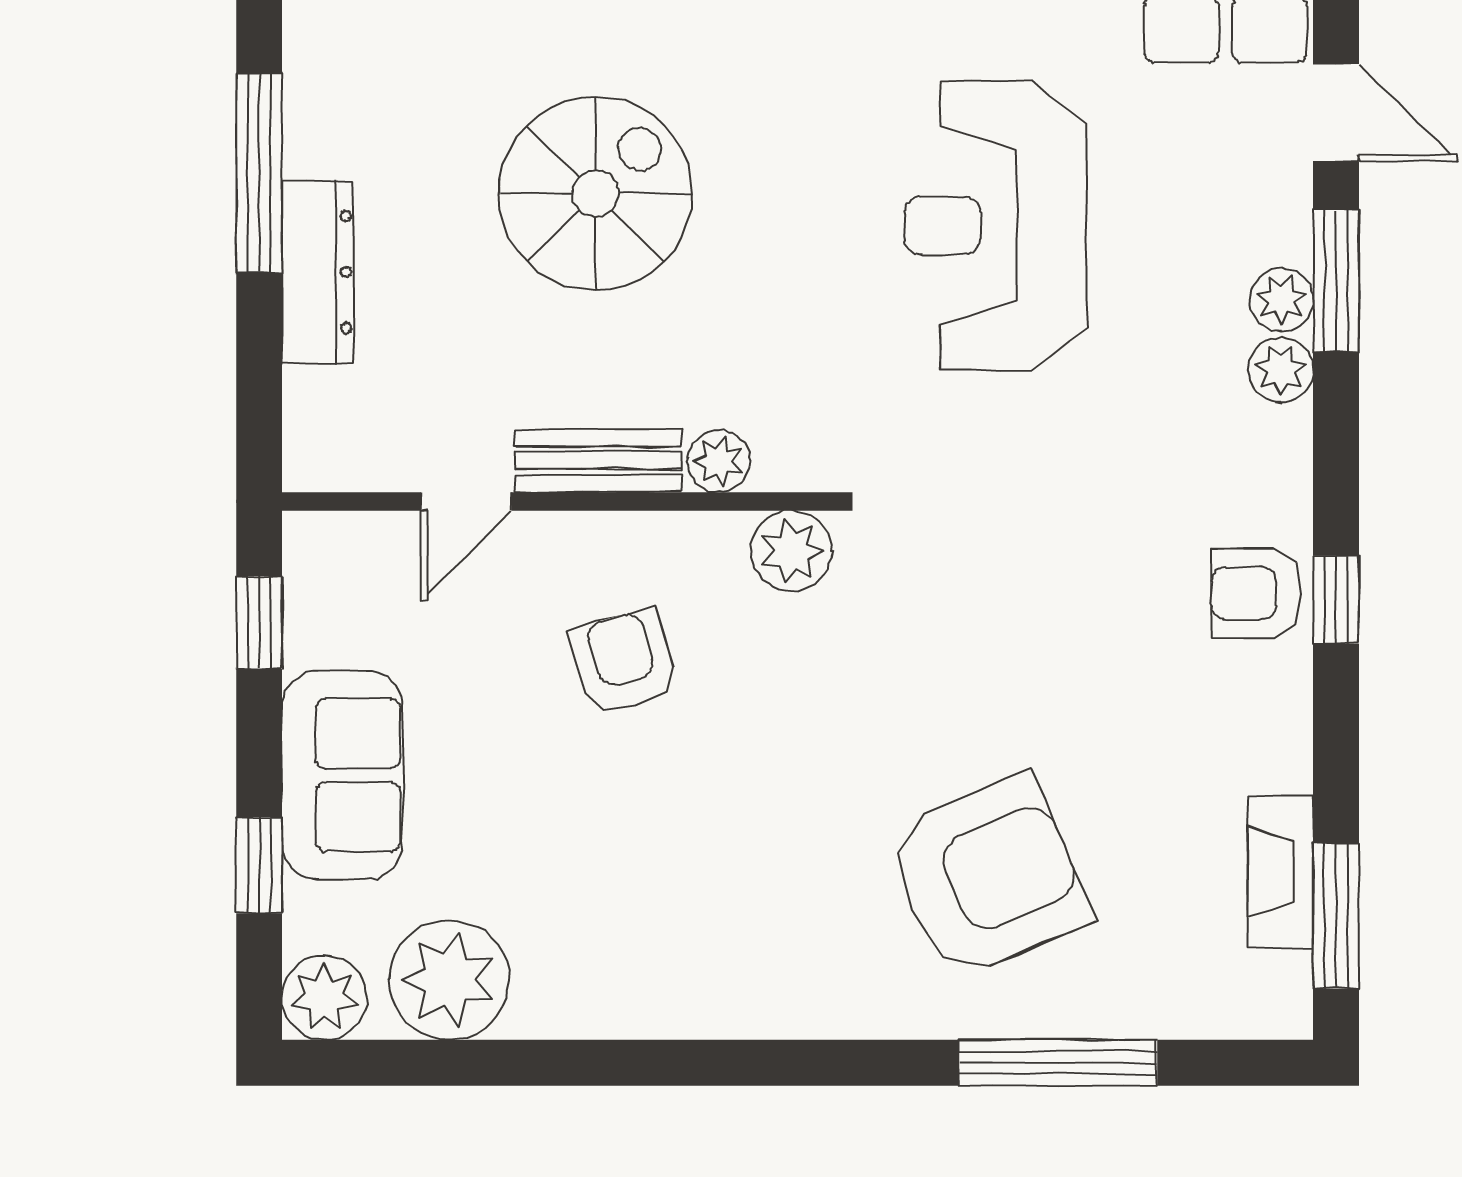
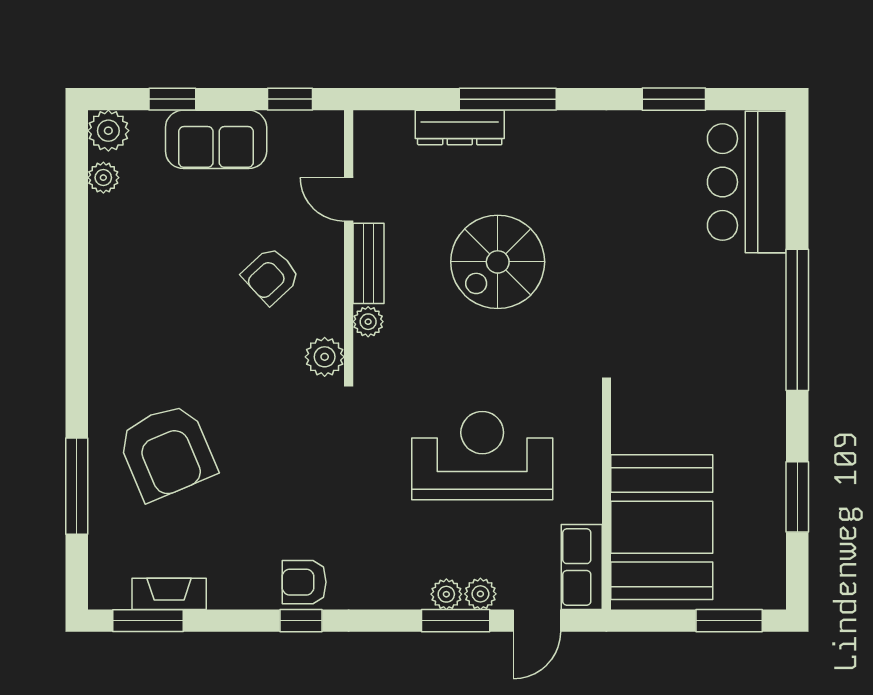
spiral stairs: (595, 194) -> (498, 262), turned 90
plant: (1281, 370) -> (480, 594), moved
armchair: (1256, 593) -> (304, 582), turned -90
armchair: (624, 662) -> (271, 276), turned 153
plant: (449, 980) -> (103, 178), width x0.53, depth x0.53

